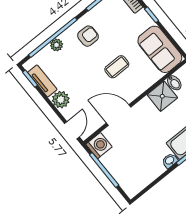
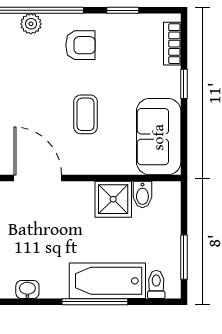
coffee table: (117, 67) -> (86, 114), turned 90
washbasin: (170, 161) -> (27, 289), moved

